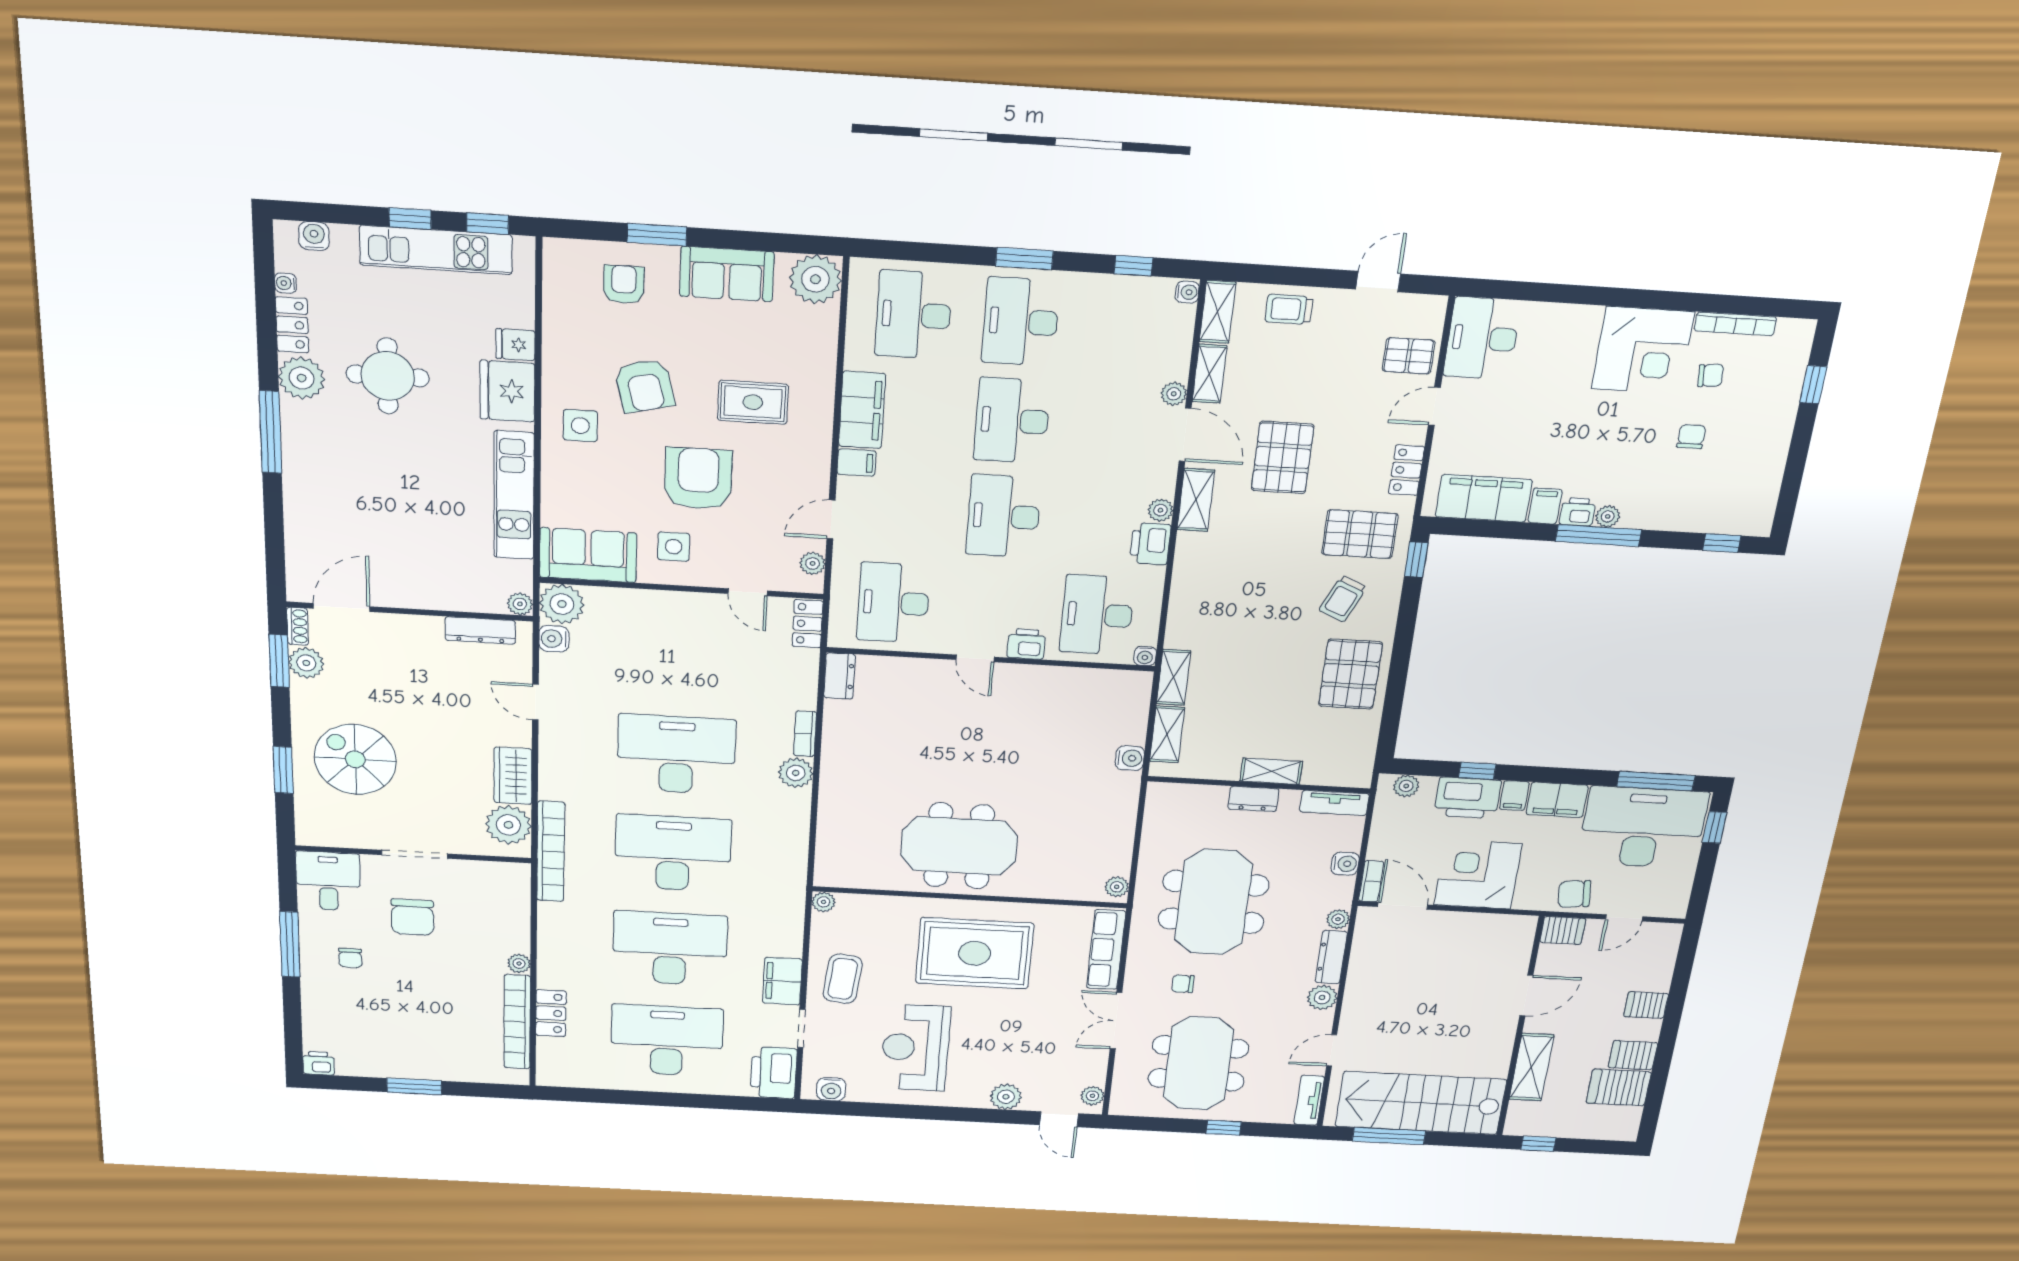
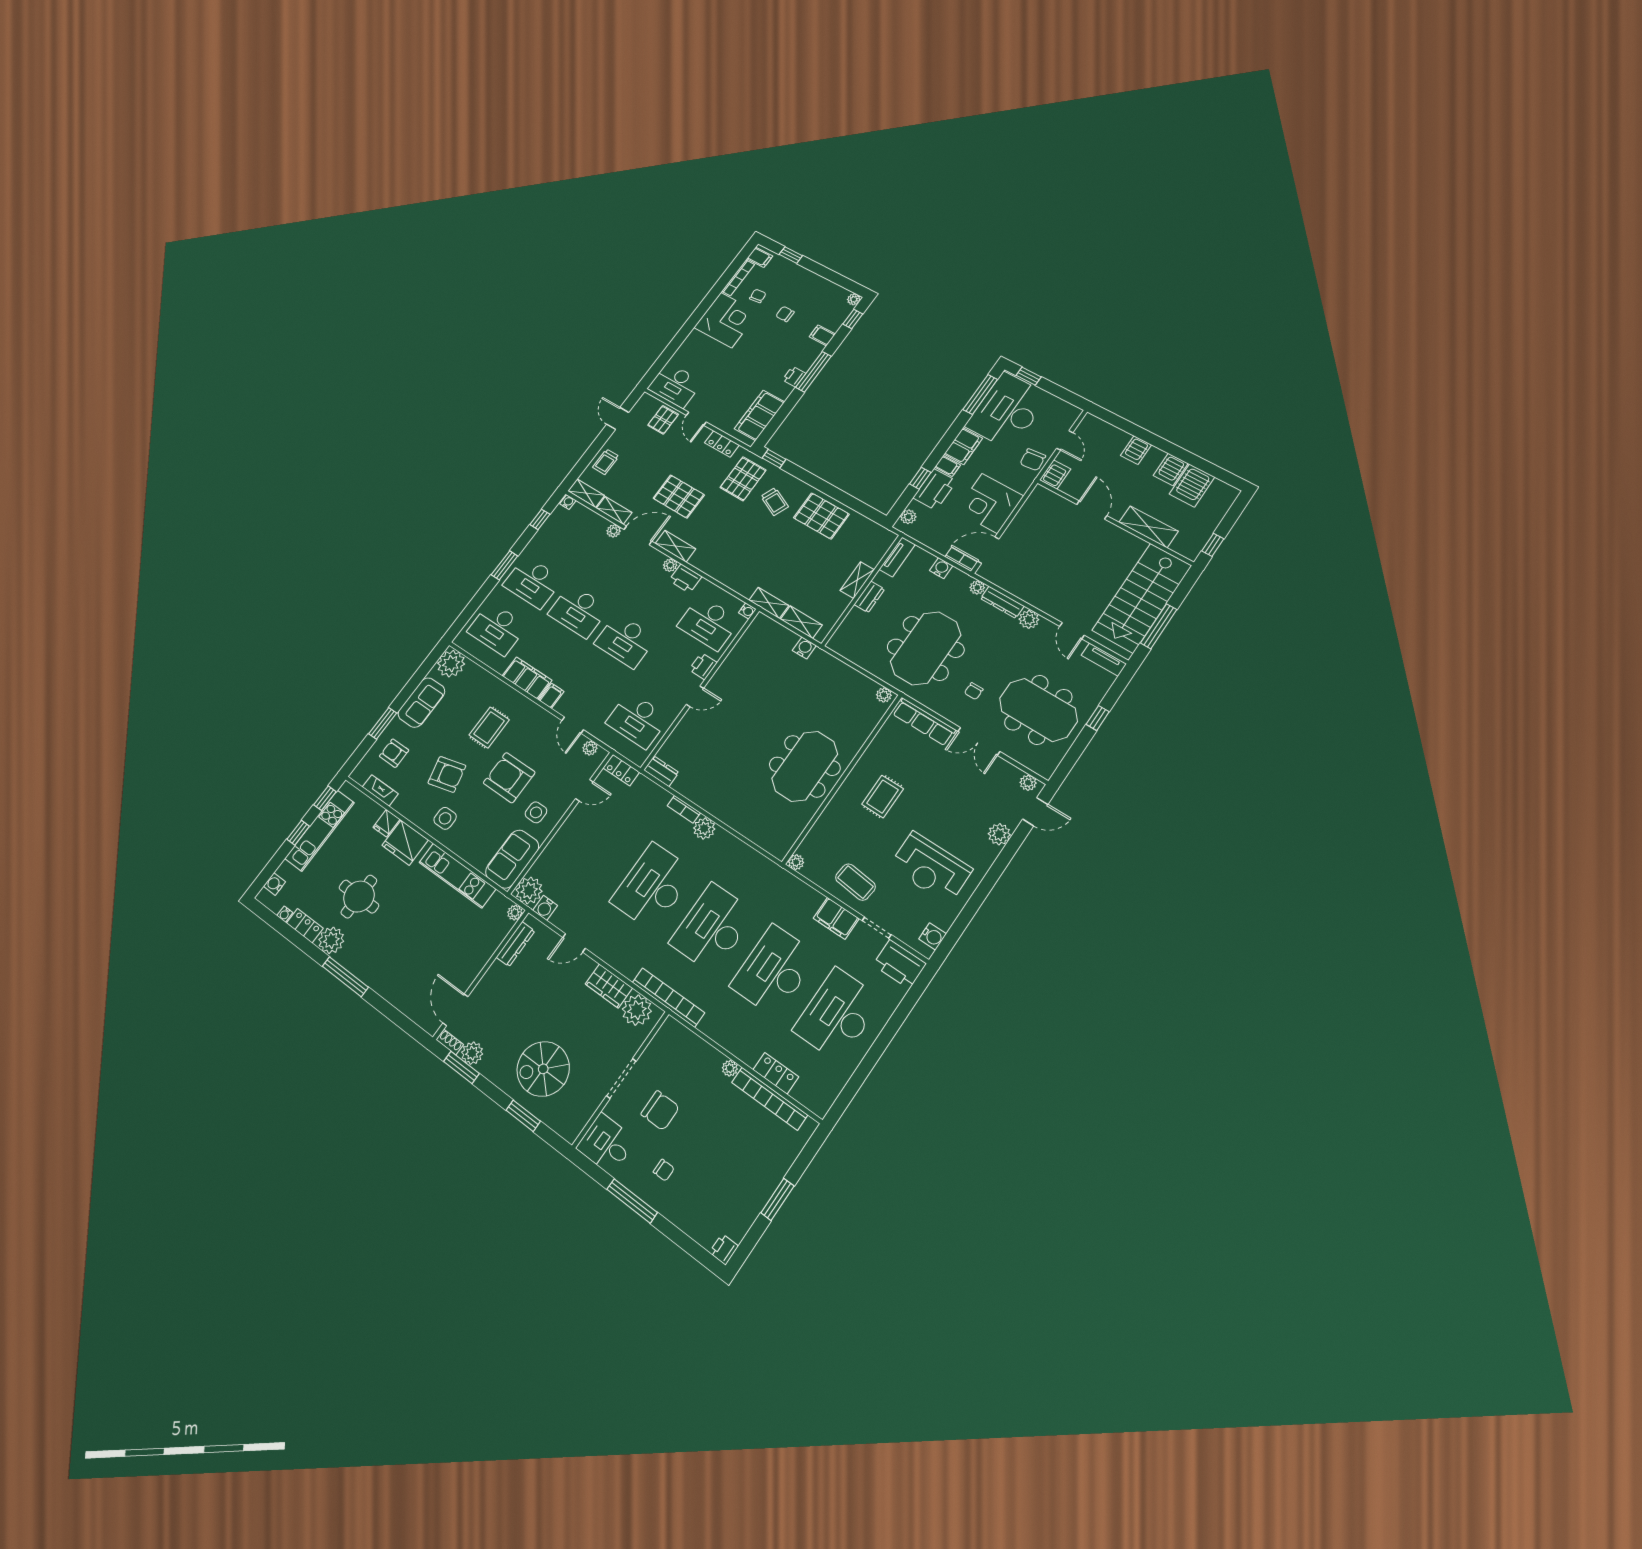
fireplace: (556, 302) -> (380, 790), added
filing cabinet: (1790, 337) -> (760, 257), added
filing cabinet: (1545, 506) -> (822, 335), moved
plant: (1608, 516) -> (854, 299), moved
meeting table: (1213, 902) -> (926, 648), turned 90
rug: (975, 953) -> (883, 796), width x0.54, depth x0.49

